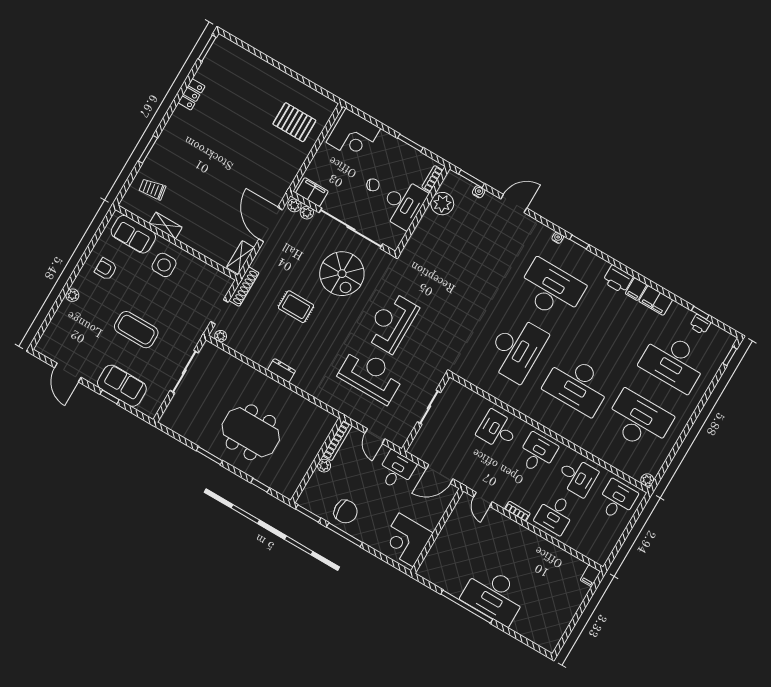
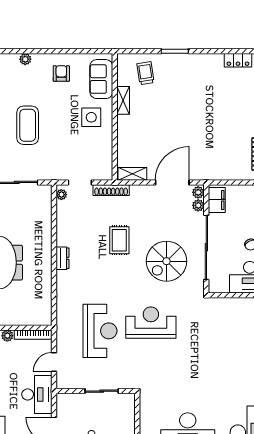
desk: (396, 470) -> (37, 394), width x1.37

